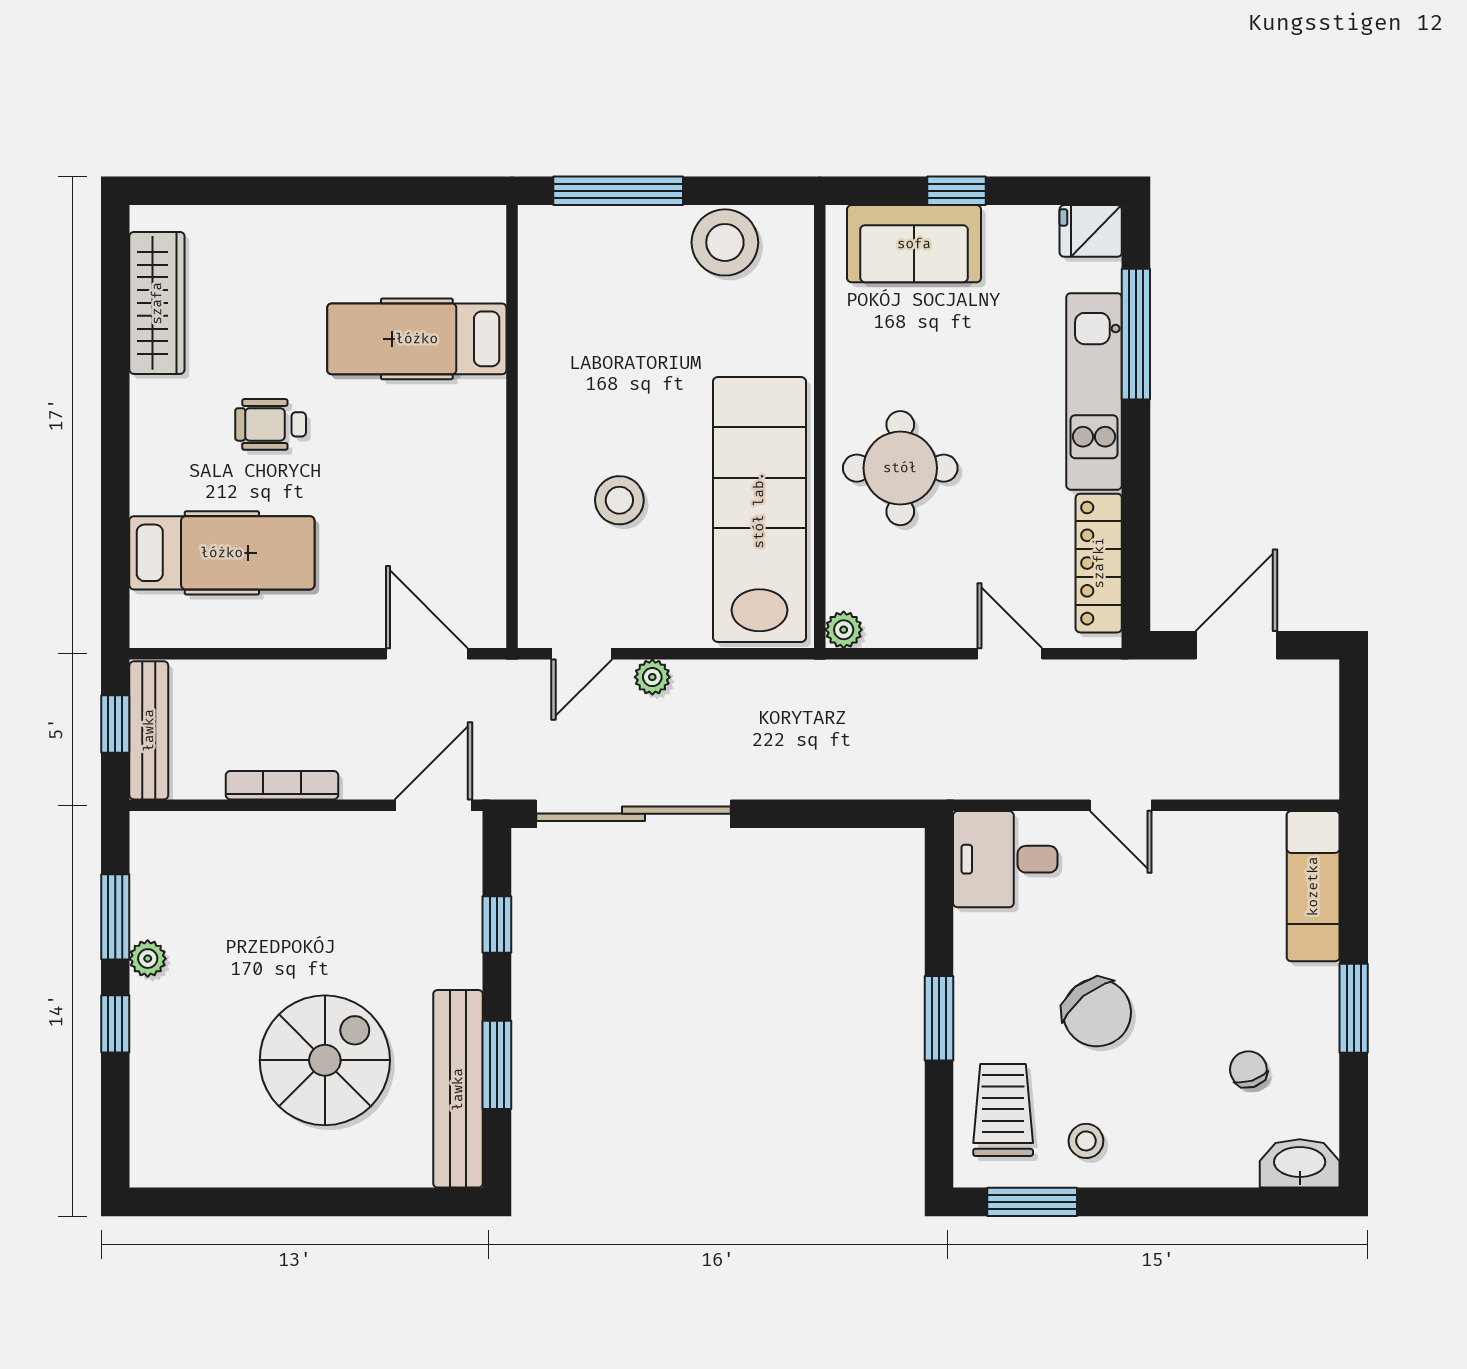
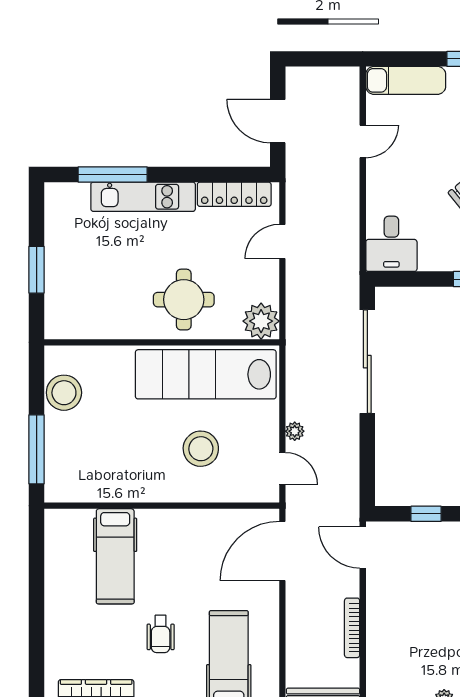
window: (957, 191) -> (37, 270), width x1.50
fridge: (1091, 231) -> (58, 198), removed
sofa: (914, 244) -> (65, 292), removed
stool: (619, 500) -> (201, 449), width x1.38, depth x1.38
plant: (844, 630) -> (261, 321), width x1.88, depth x1.88
door: (427, 654) -> (282, 551), width x1.36
door: (1121, 805) -> (363, 141), moved
sliding door: (634, 814) -> (367, 362), moved

